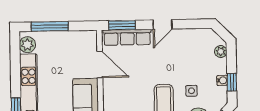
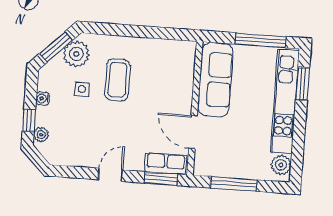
window: (50, 26) -> (234, 184), moved
row of seats: (127, 37) -> (166, 164), width x0.68
window: (232, 82) -> (29, 121), moved

